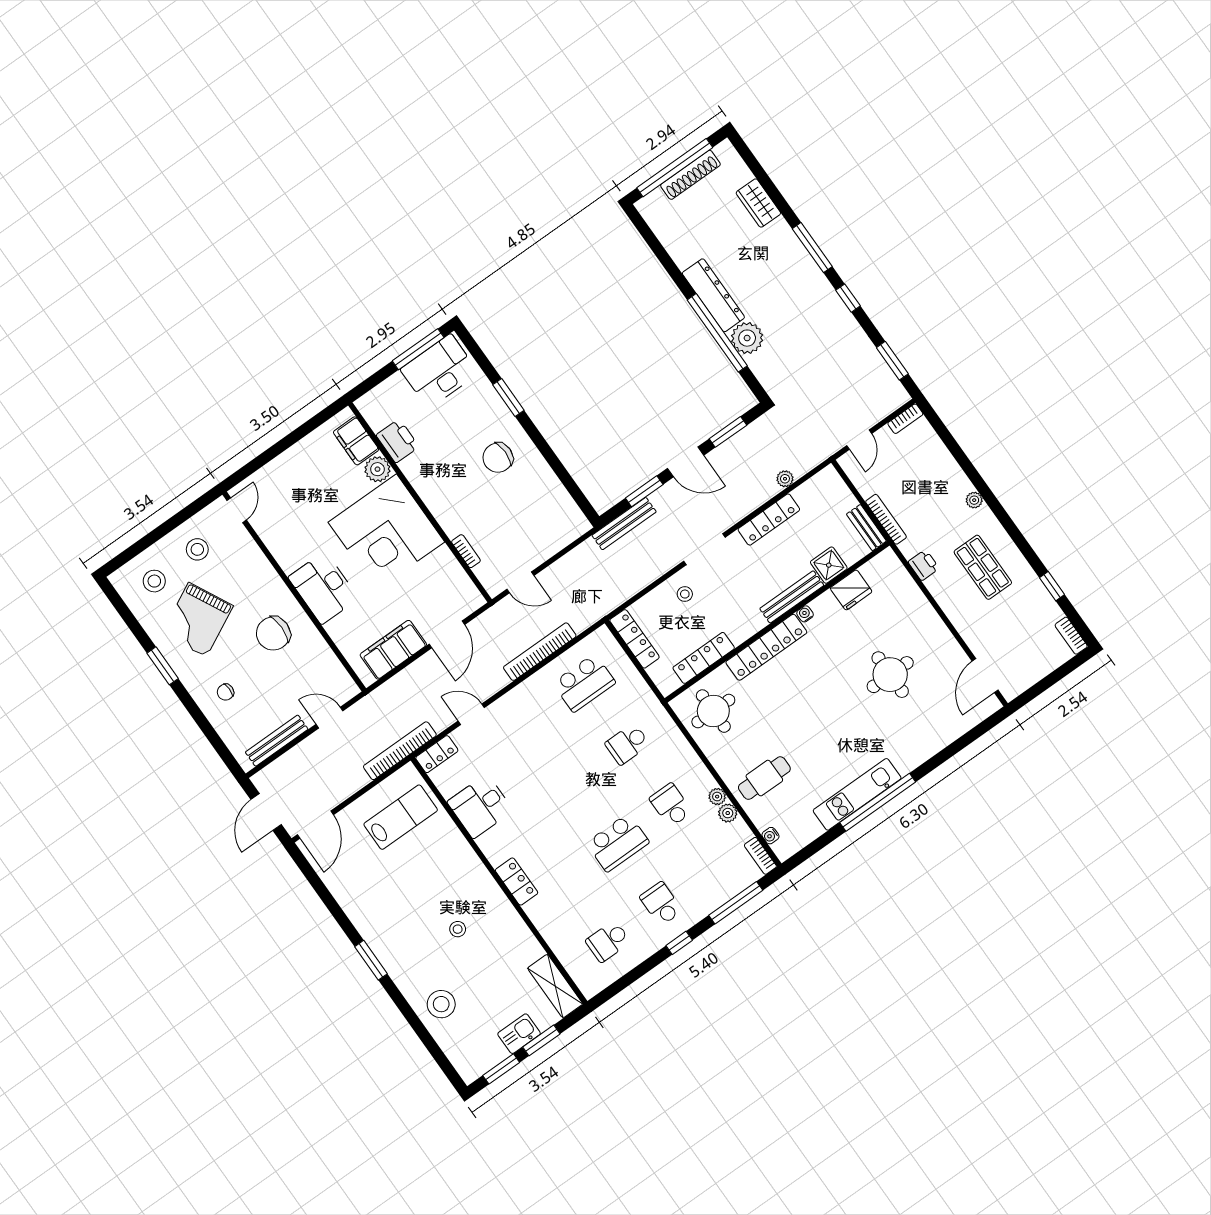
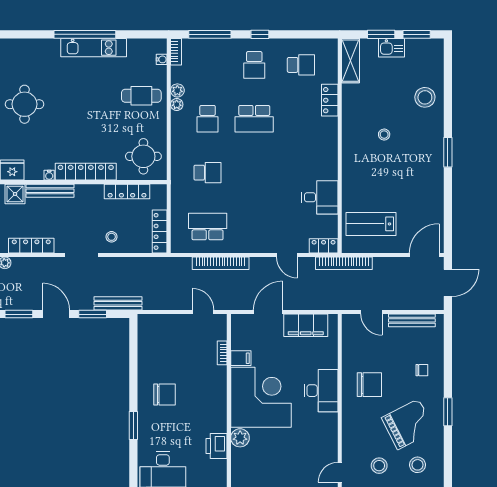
filing cabinet: (356, 441) -> (241, 358), moved, width x0.50
school desk: (618, 843) -> (254, 119), turned 180
locker: (517, 882) -> (330, 100), moved

